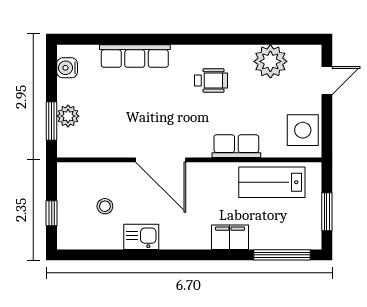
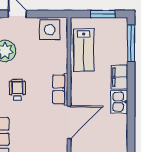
row of seats: (236, 146) -> (60, 89), moved
kitchen sink: (141, 237) -> (119, 102), moved

